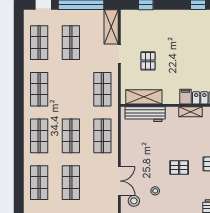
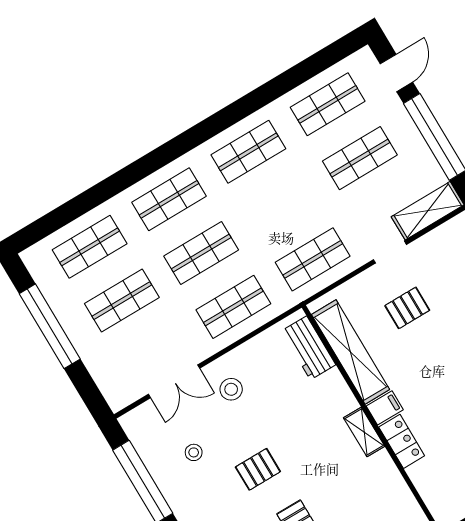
shelving: (144, 97) -> (351, 352), width x1.47
workbench: (145, 114) -> (309, 348), width x0.73
pallet: (179, 167) -> (258, 469), turned 90
stool: (134, 201) -> (231, 389), moved

